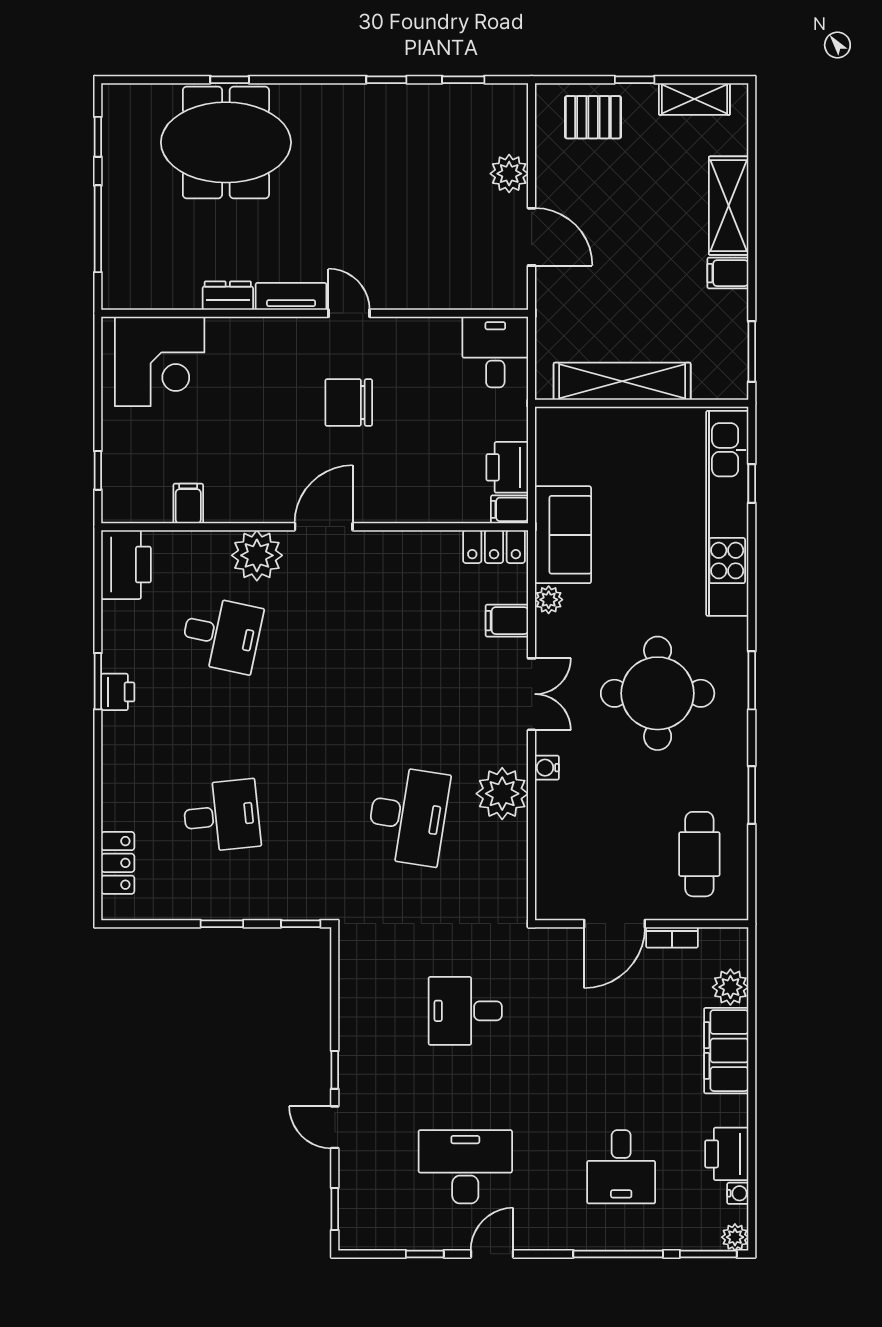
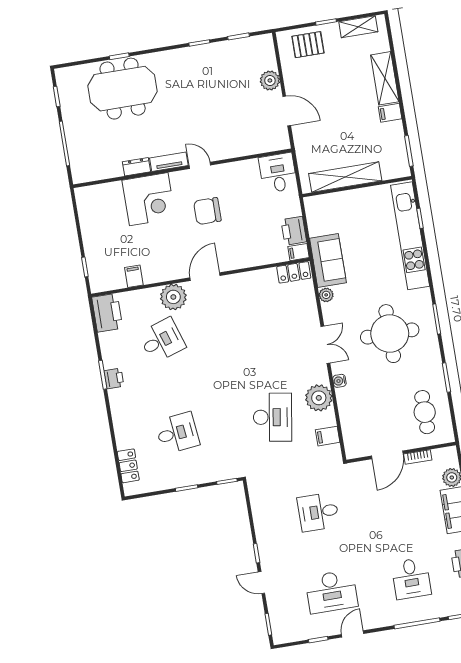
corner desk: (160, 361) -> (149, 199), moved
filing cabinet: (507, 621) -> (328, 436), moved
desk: (222, 635) -> (162, 340), turned -30
desk: (465, 1167) -> (332, 592), turned 180

